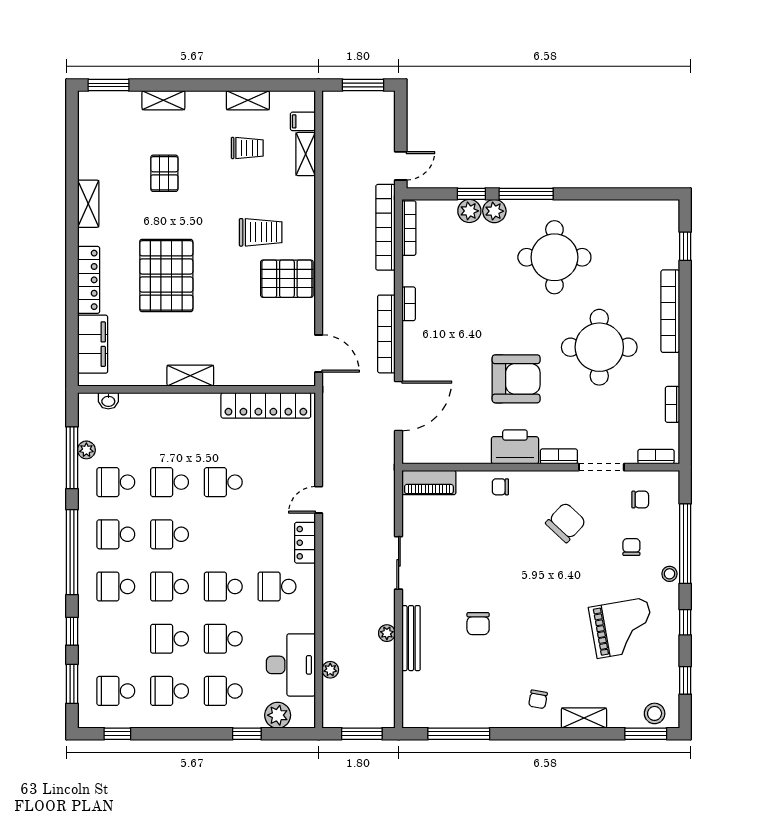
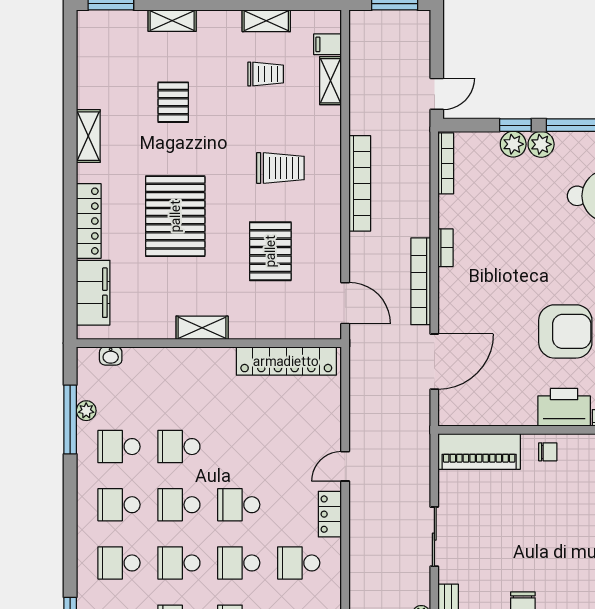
bookcase: (385, 227) -> (360, 183), moved, turned 180
pallet: (287, 279) -> (270, 251), moved, turned 90
school desk: (223, 482) -> (239, 505), moved
piano: (429, 483) -> (479, 451), width x1.37, depth x1.33
chair: (500, 487) -> (548, 452), turned 180
window: (72, 552) -> (70, 525), removed

